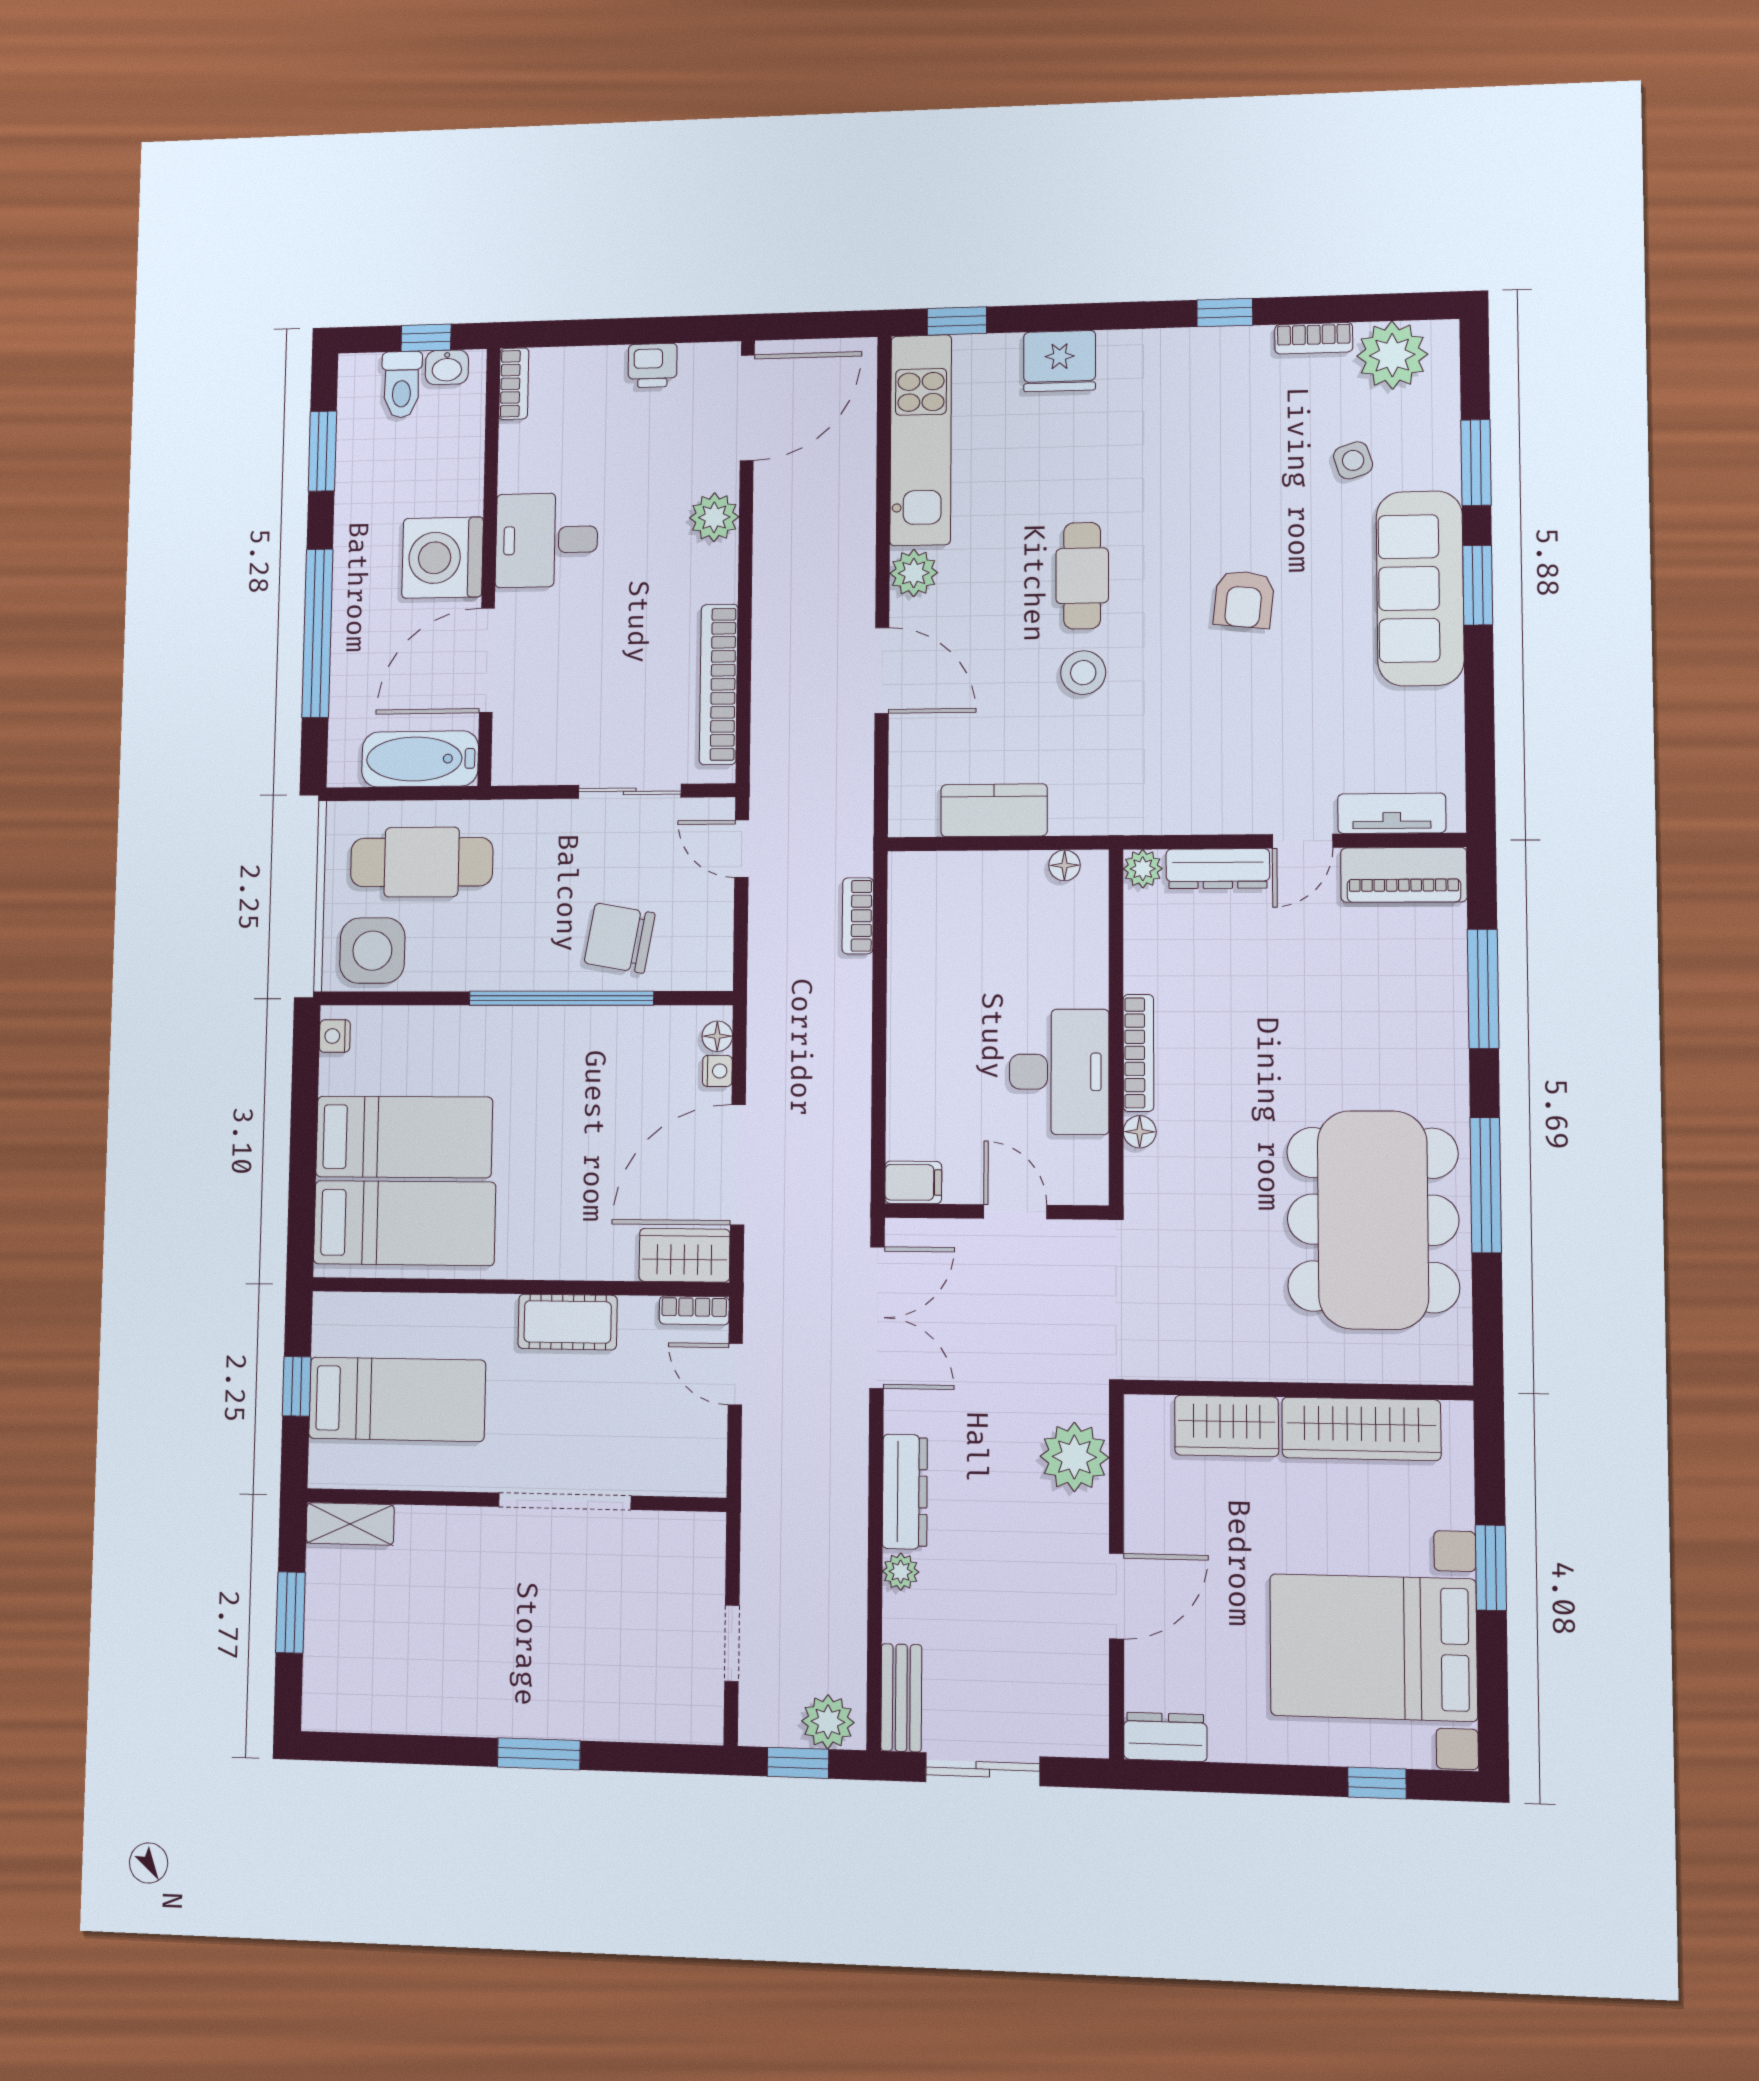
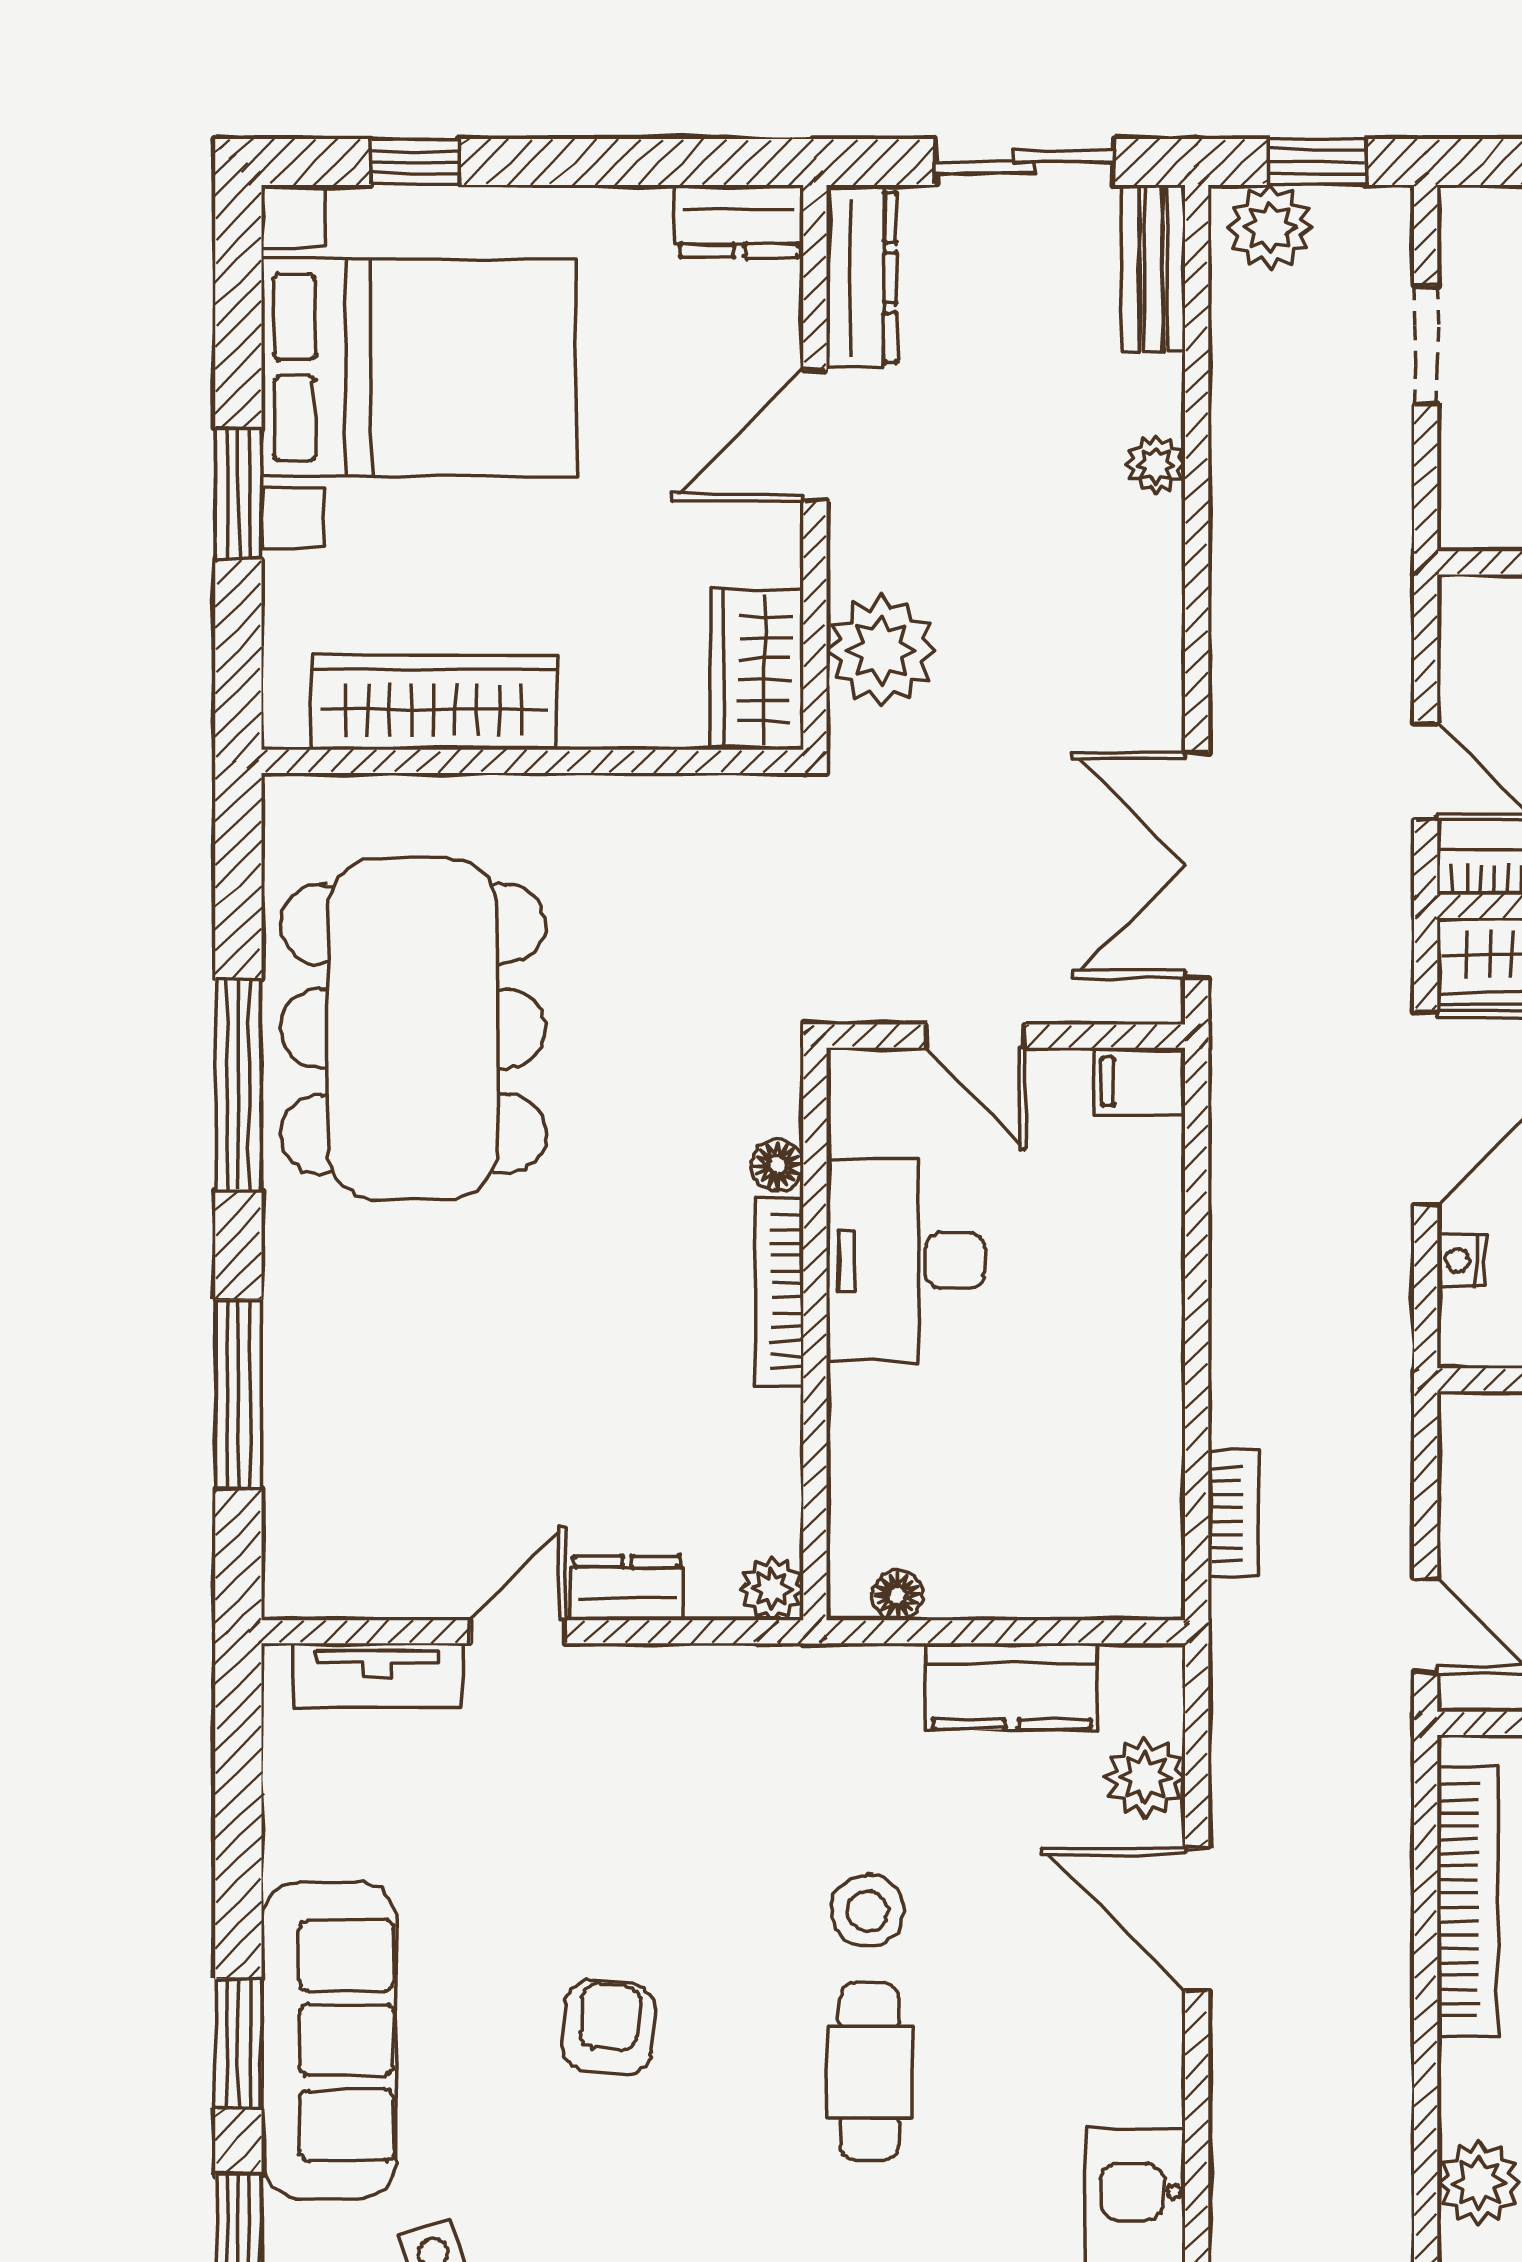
plant: (914, 573) -> (1145, 1778), moved
dresser: (1218, 869) -> (627, 1588), width x0.70
piano: (1404, 875) -> (359, 1576), removed
floor lamp: (717, 1036) -> (1462, 1317), removed
wardrobe: (1227, 1426) -> (757, 669), moved, turned -90
dresser: (905, 1492) -> (862, 277), moved, turned 180

